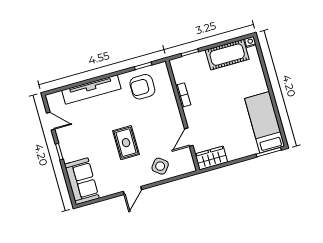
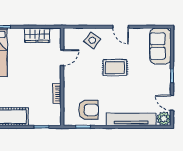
plant: (55, 101) -> (164, 119), added
rug: (126, 143) -> (115, 68), turned 90
wardrobe: (211, 158) -> (37, 35), moved
door: (133, 190) -> (121, 27), swing flipped

